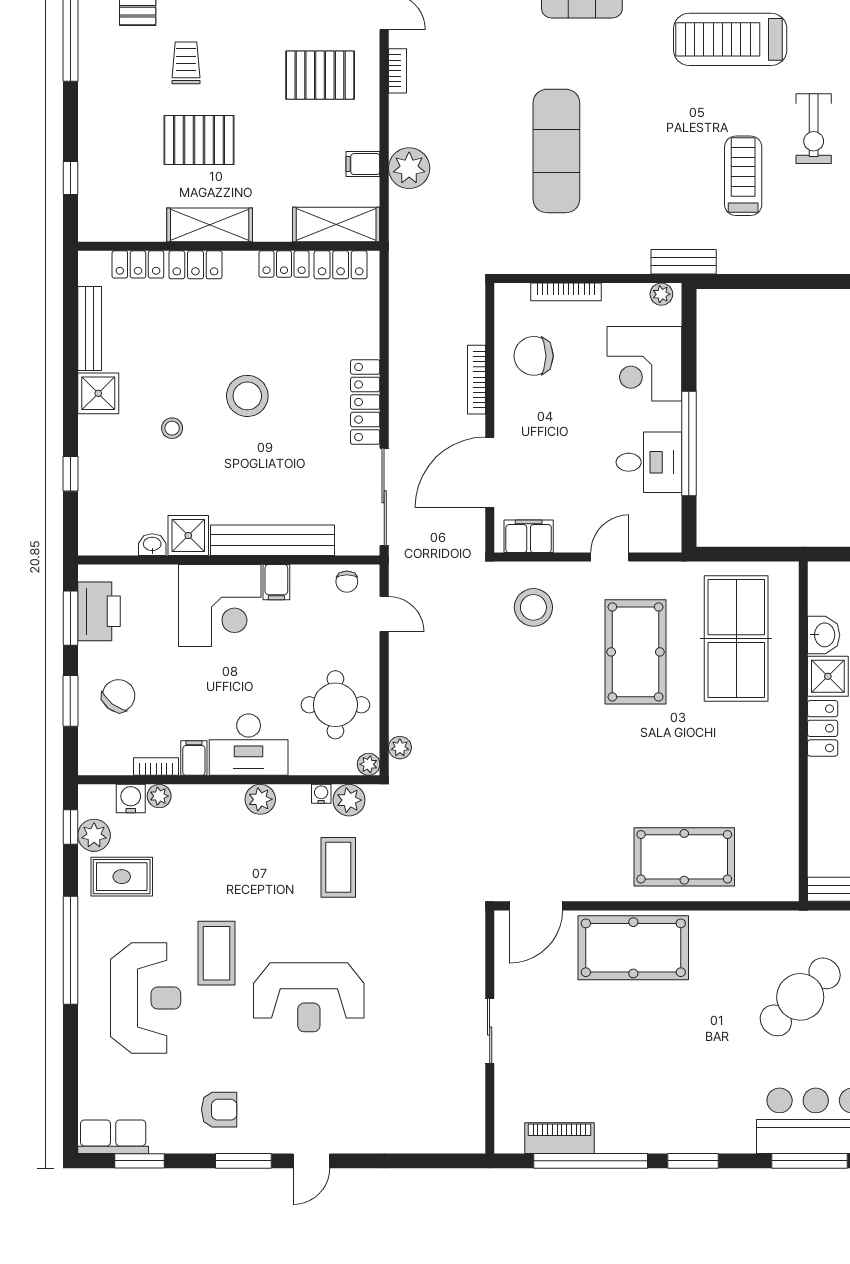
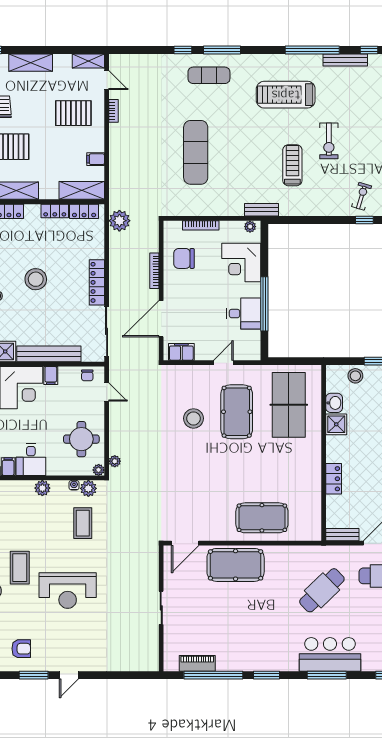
plant: (409, 168) -> (119, 221), moved
stool: (533, 607) -> (193, 418), moved
locker: (823, 728) -> (334, 479), moved
desk: (249, 745) -> (31, 460), width x0.73

